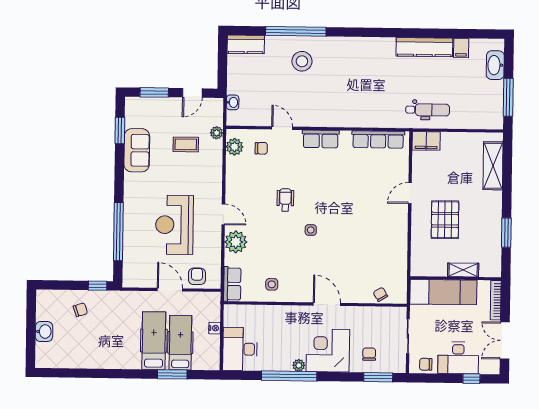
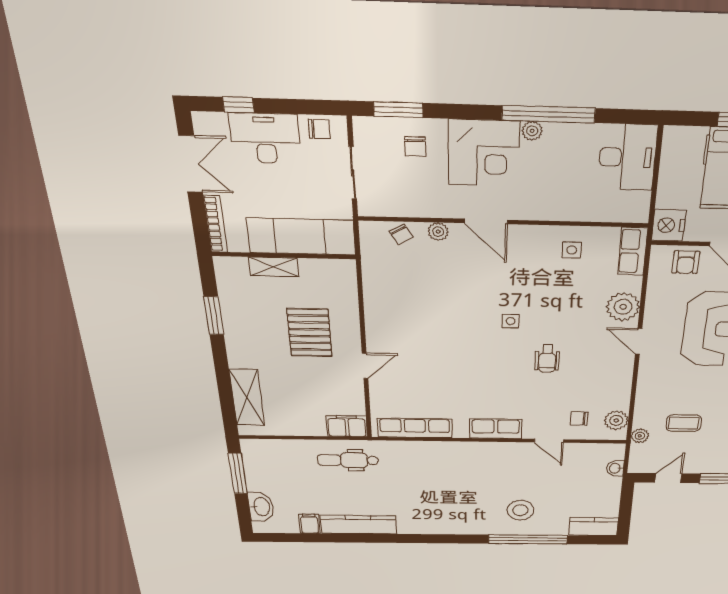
plant: (357, 297) -> (438, 232), added
nightstand: (215, 328) -> (669, 225), moved, width x1.89, depth x1.79

